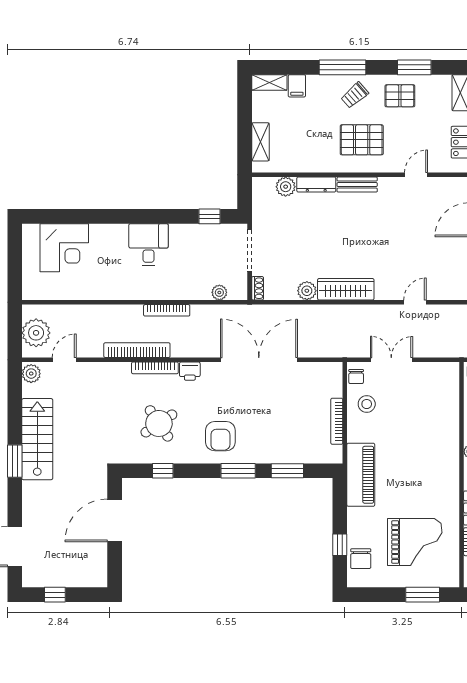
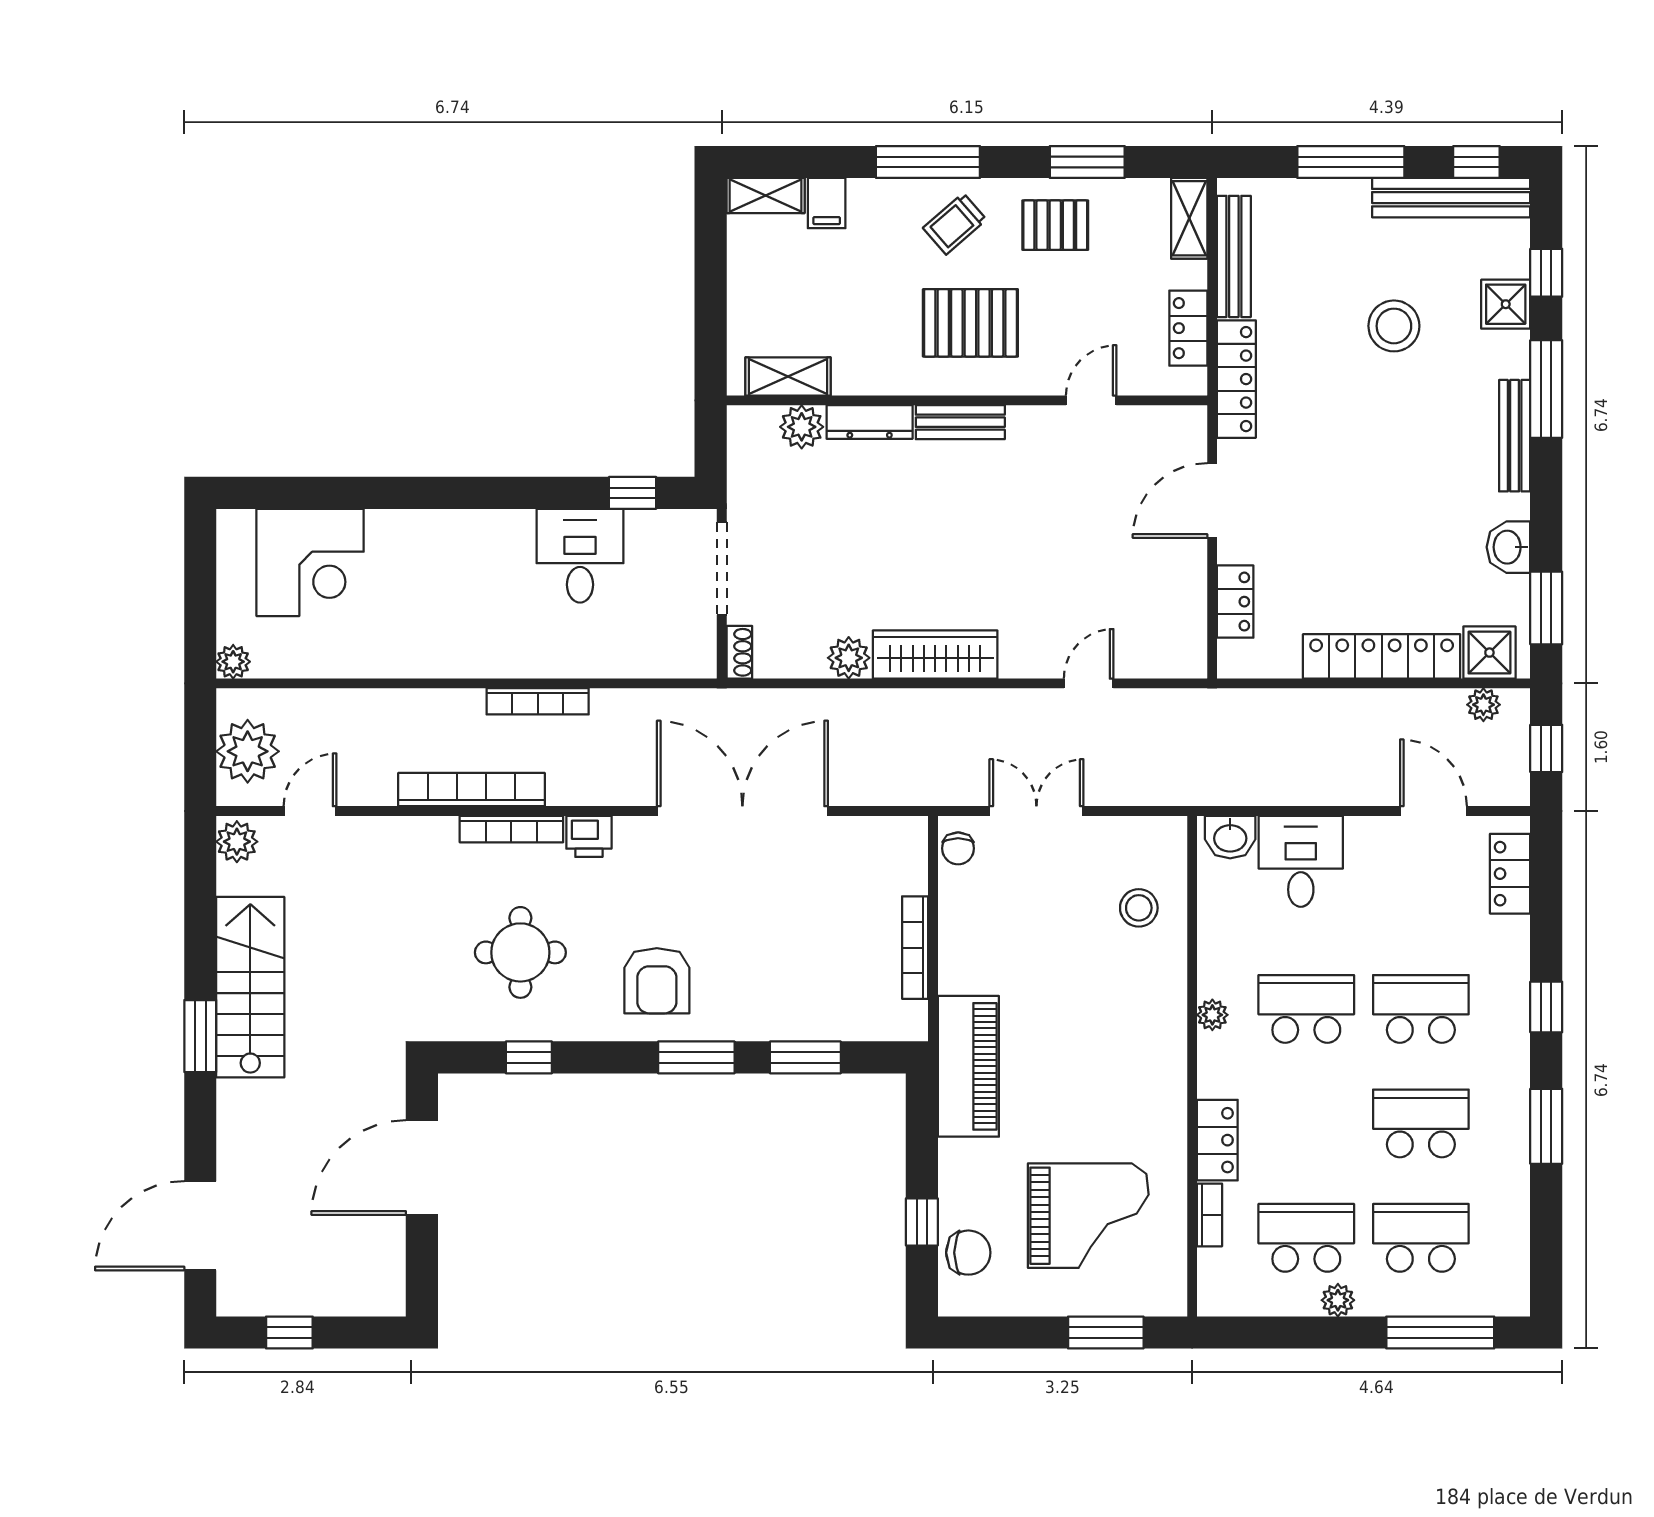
shelving: (260, 142) -> (788, 376), moved, turned 90
desk: (149, 245) -> (580, 556), moved
plant: (219, 292) -> (233, 662), moved
stool: (367, 404) -> (1139, 908), moved
round table: (159, 423) -> (520, 952), turned 34
chair: (361, 559) -> (968, 1253), turned -90

